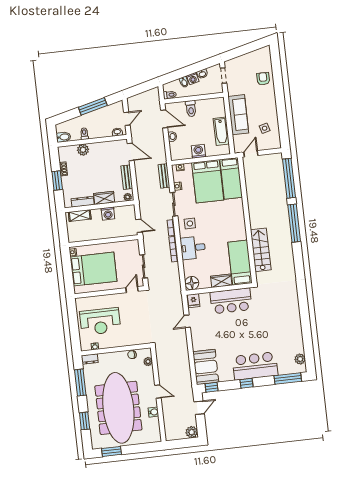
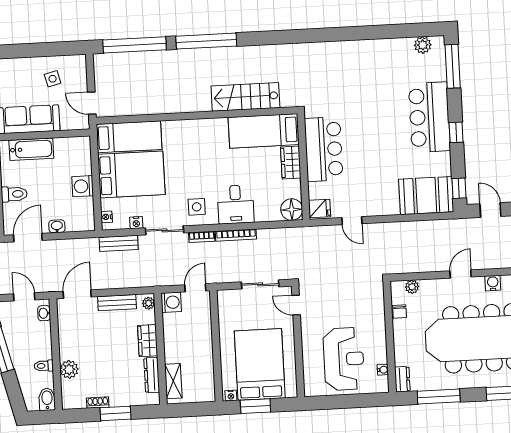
bathtub: (221, 131) -> (31, 149), moved
washing machine: (108, 214) -> (171, 302), moved
window: (67, 268) -> (255, 406), added

